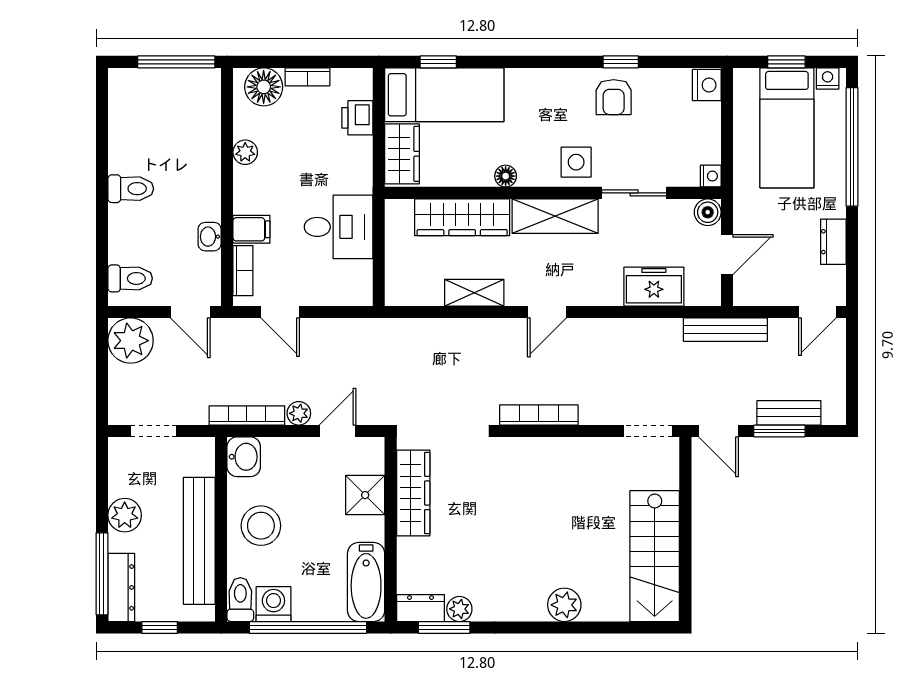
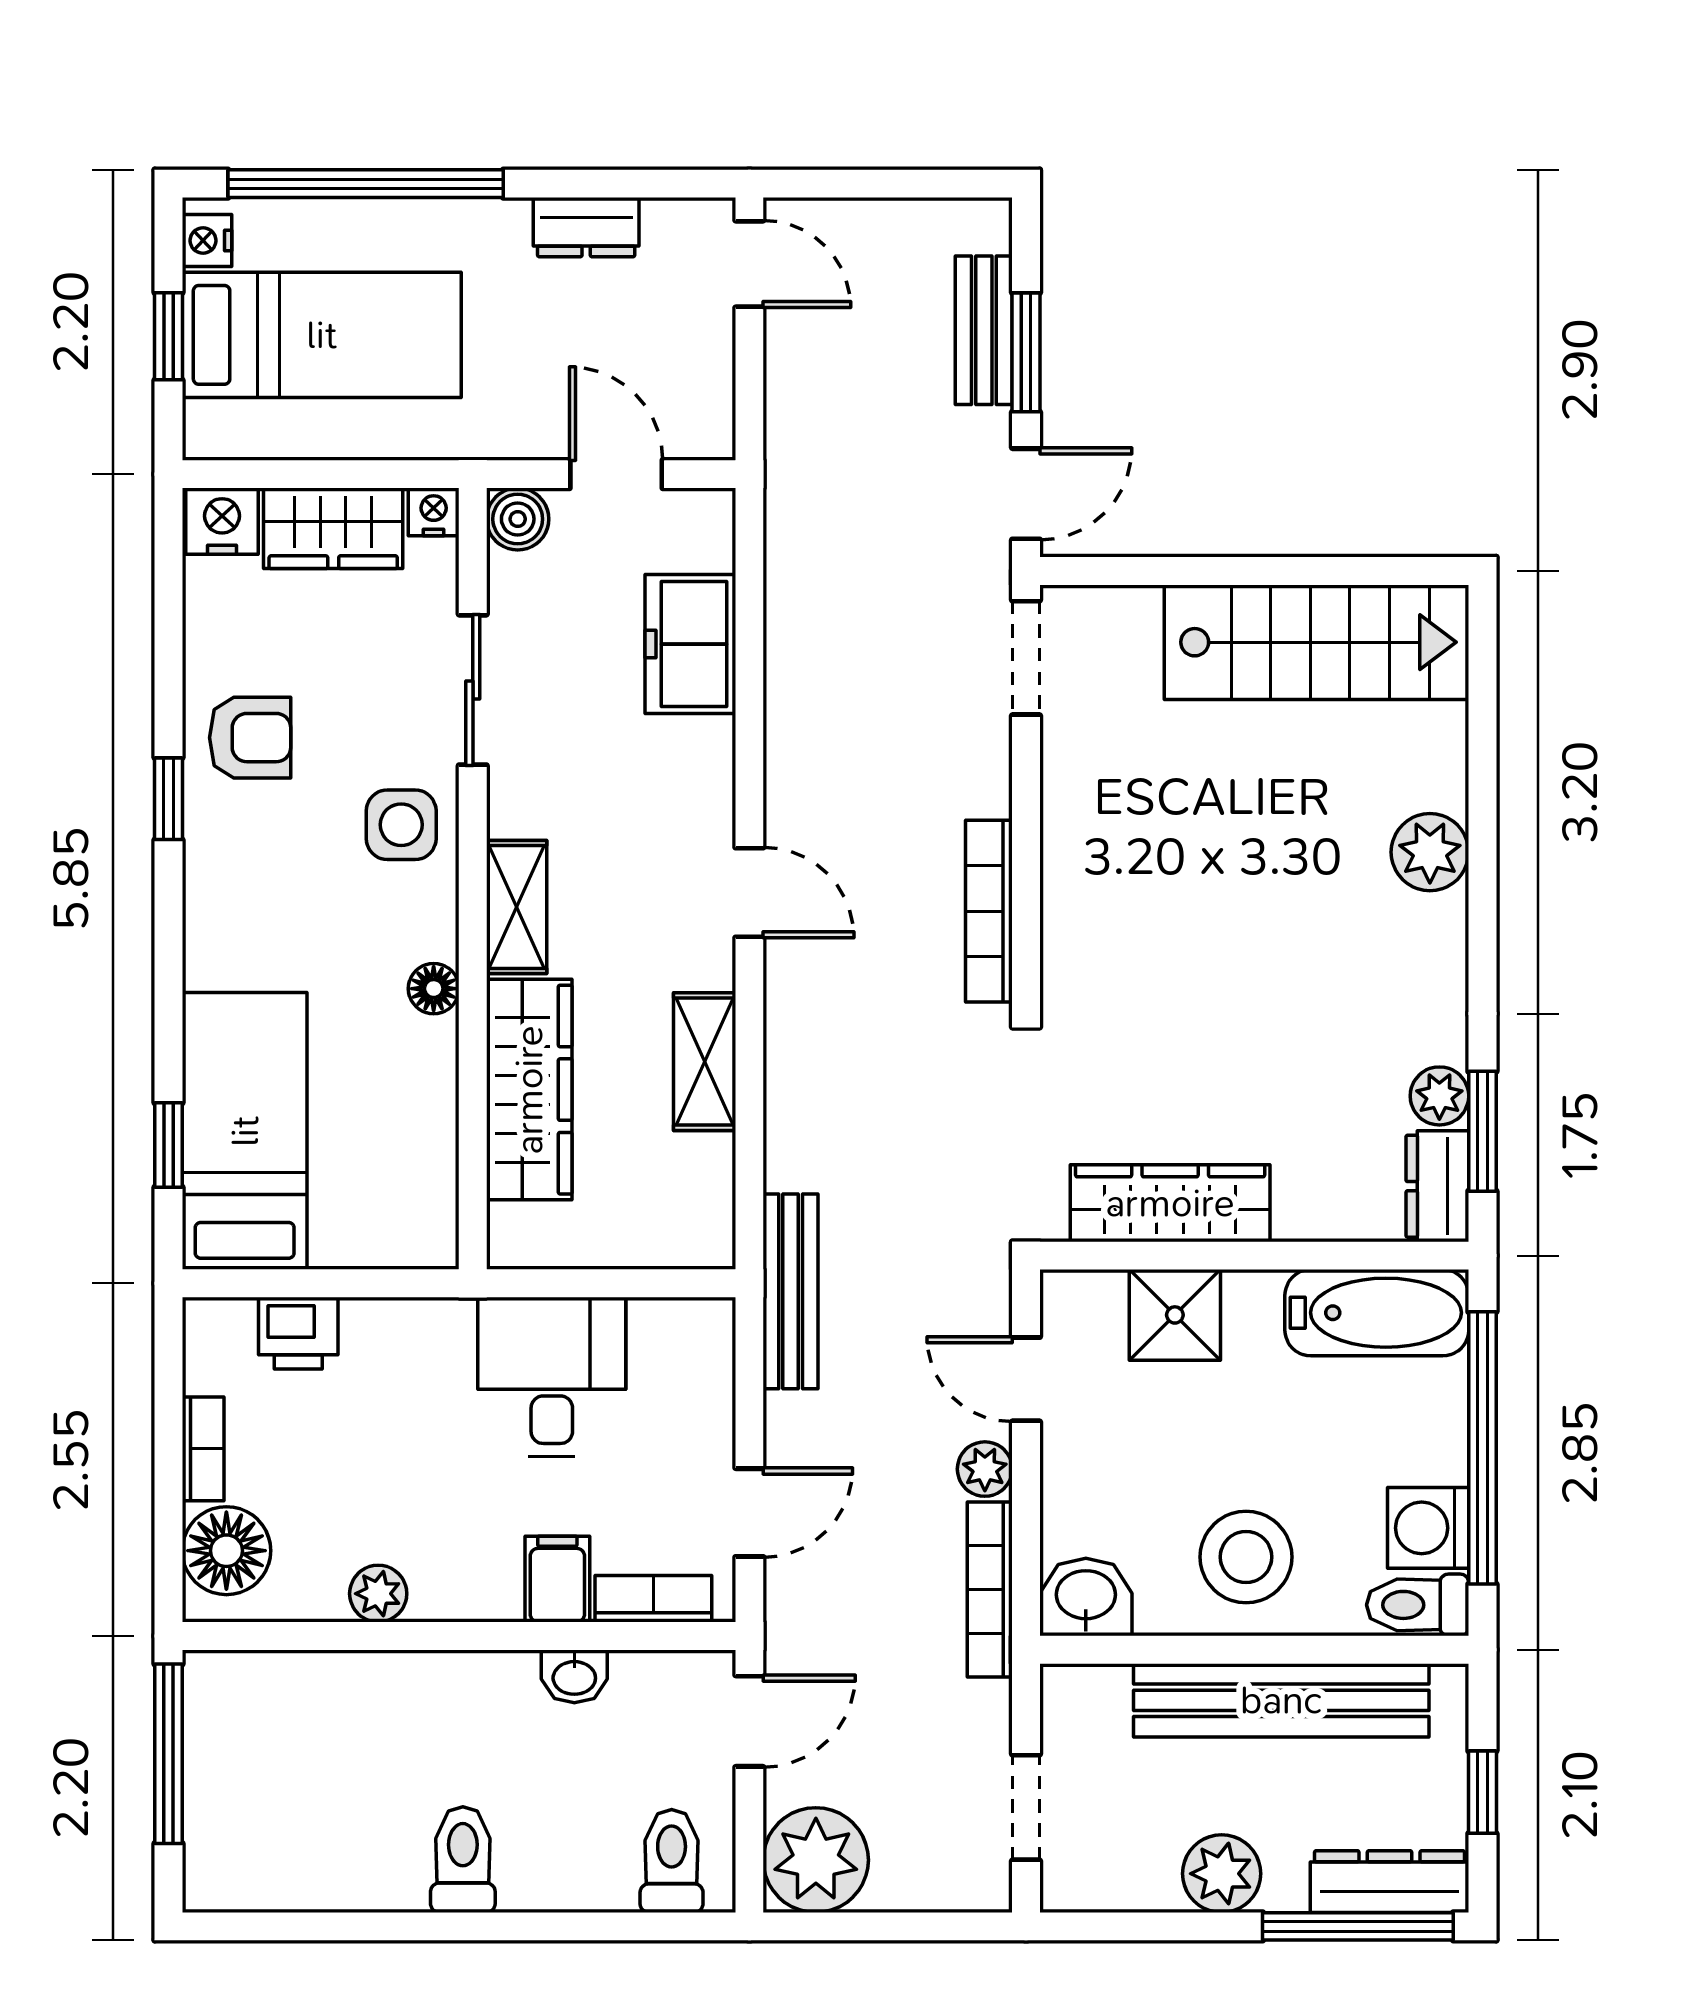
window: (621, 62) -> (168, 799), moved
wardrobe: (402, 154) -> (333, 528), moved, turned 180
shelving: (555, 216) -> (517, 907), width x0.67, depth x0.75
bench: (725, 330) -> (791, 1291), moved

